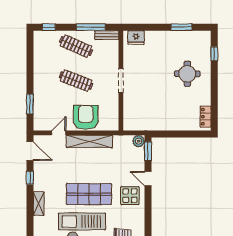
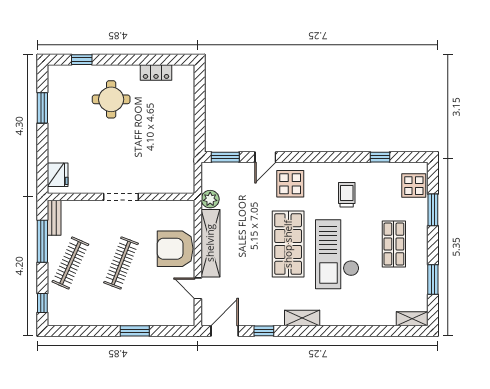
window: (30, 104) -> (135, 331), moved
locker: (206, 117) -> (156, 72), moved
plant: (139, 141) -> (210, 199), moved

